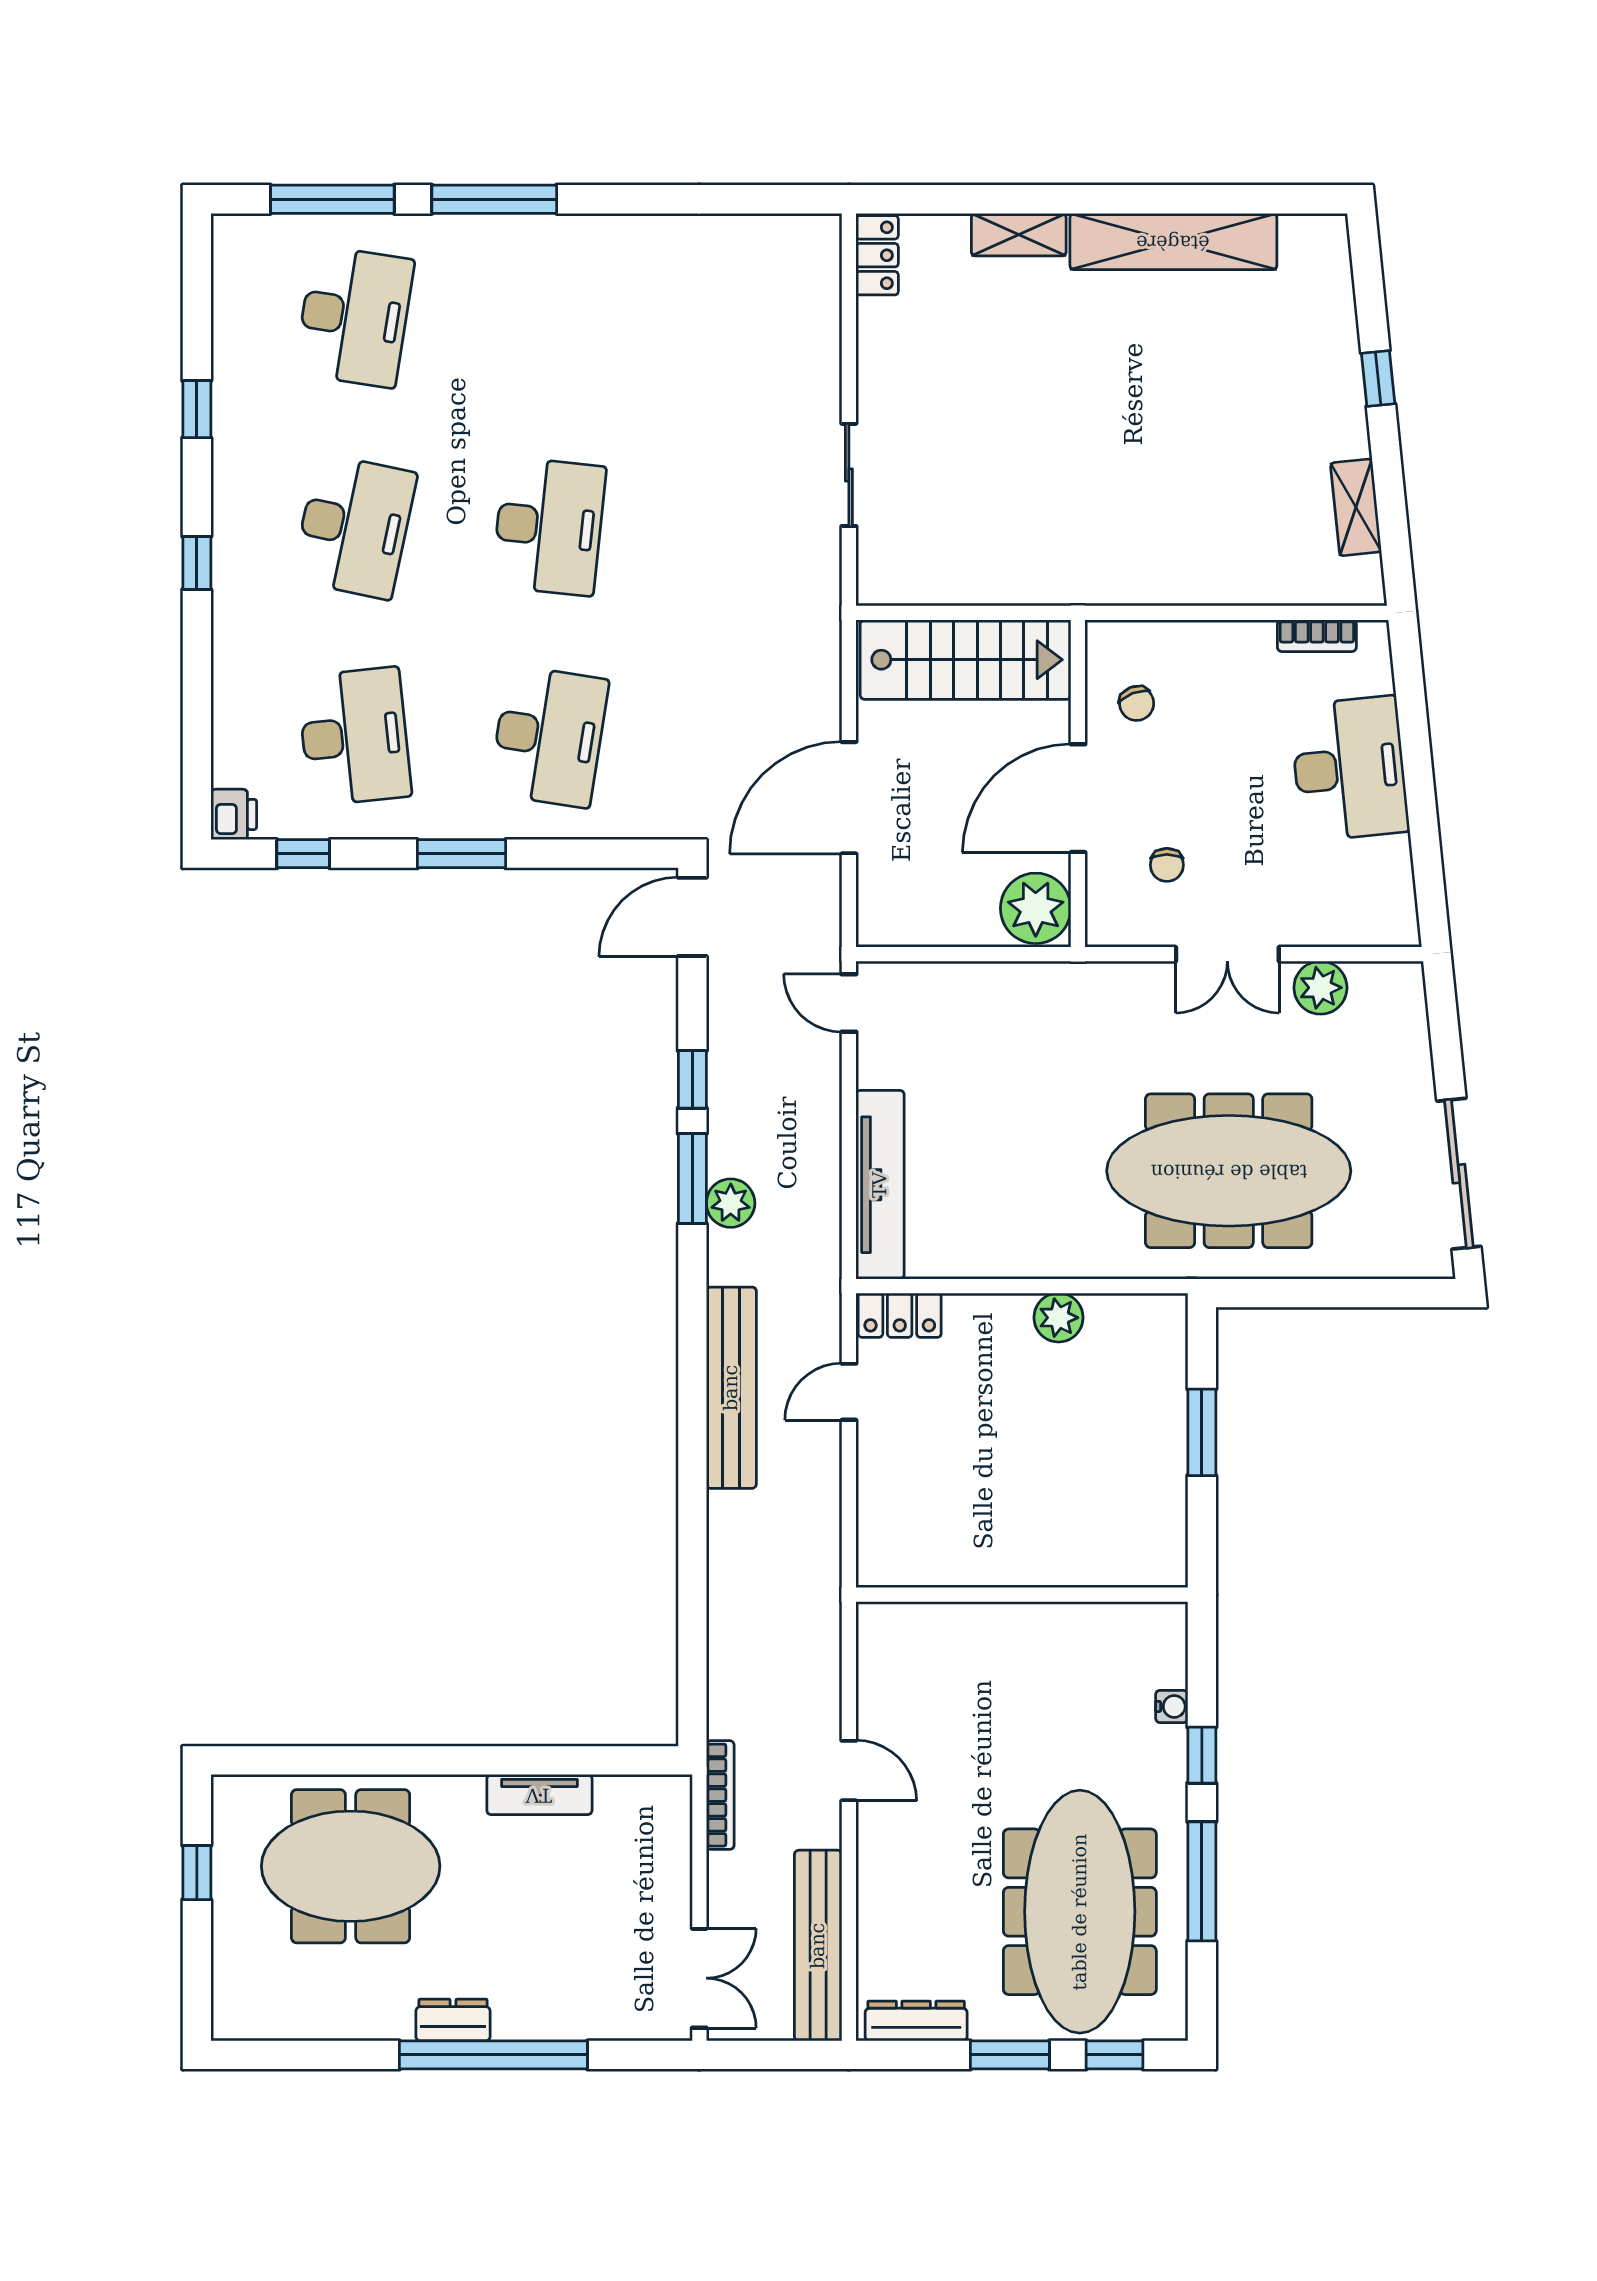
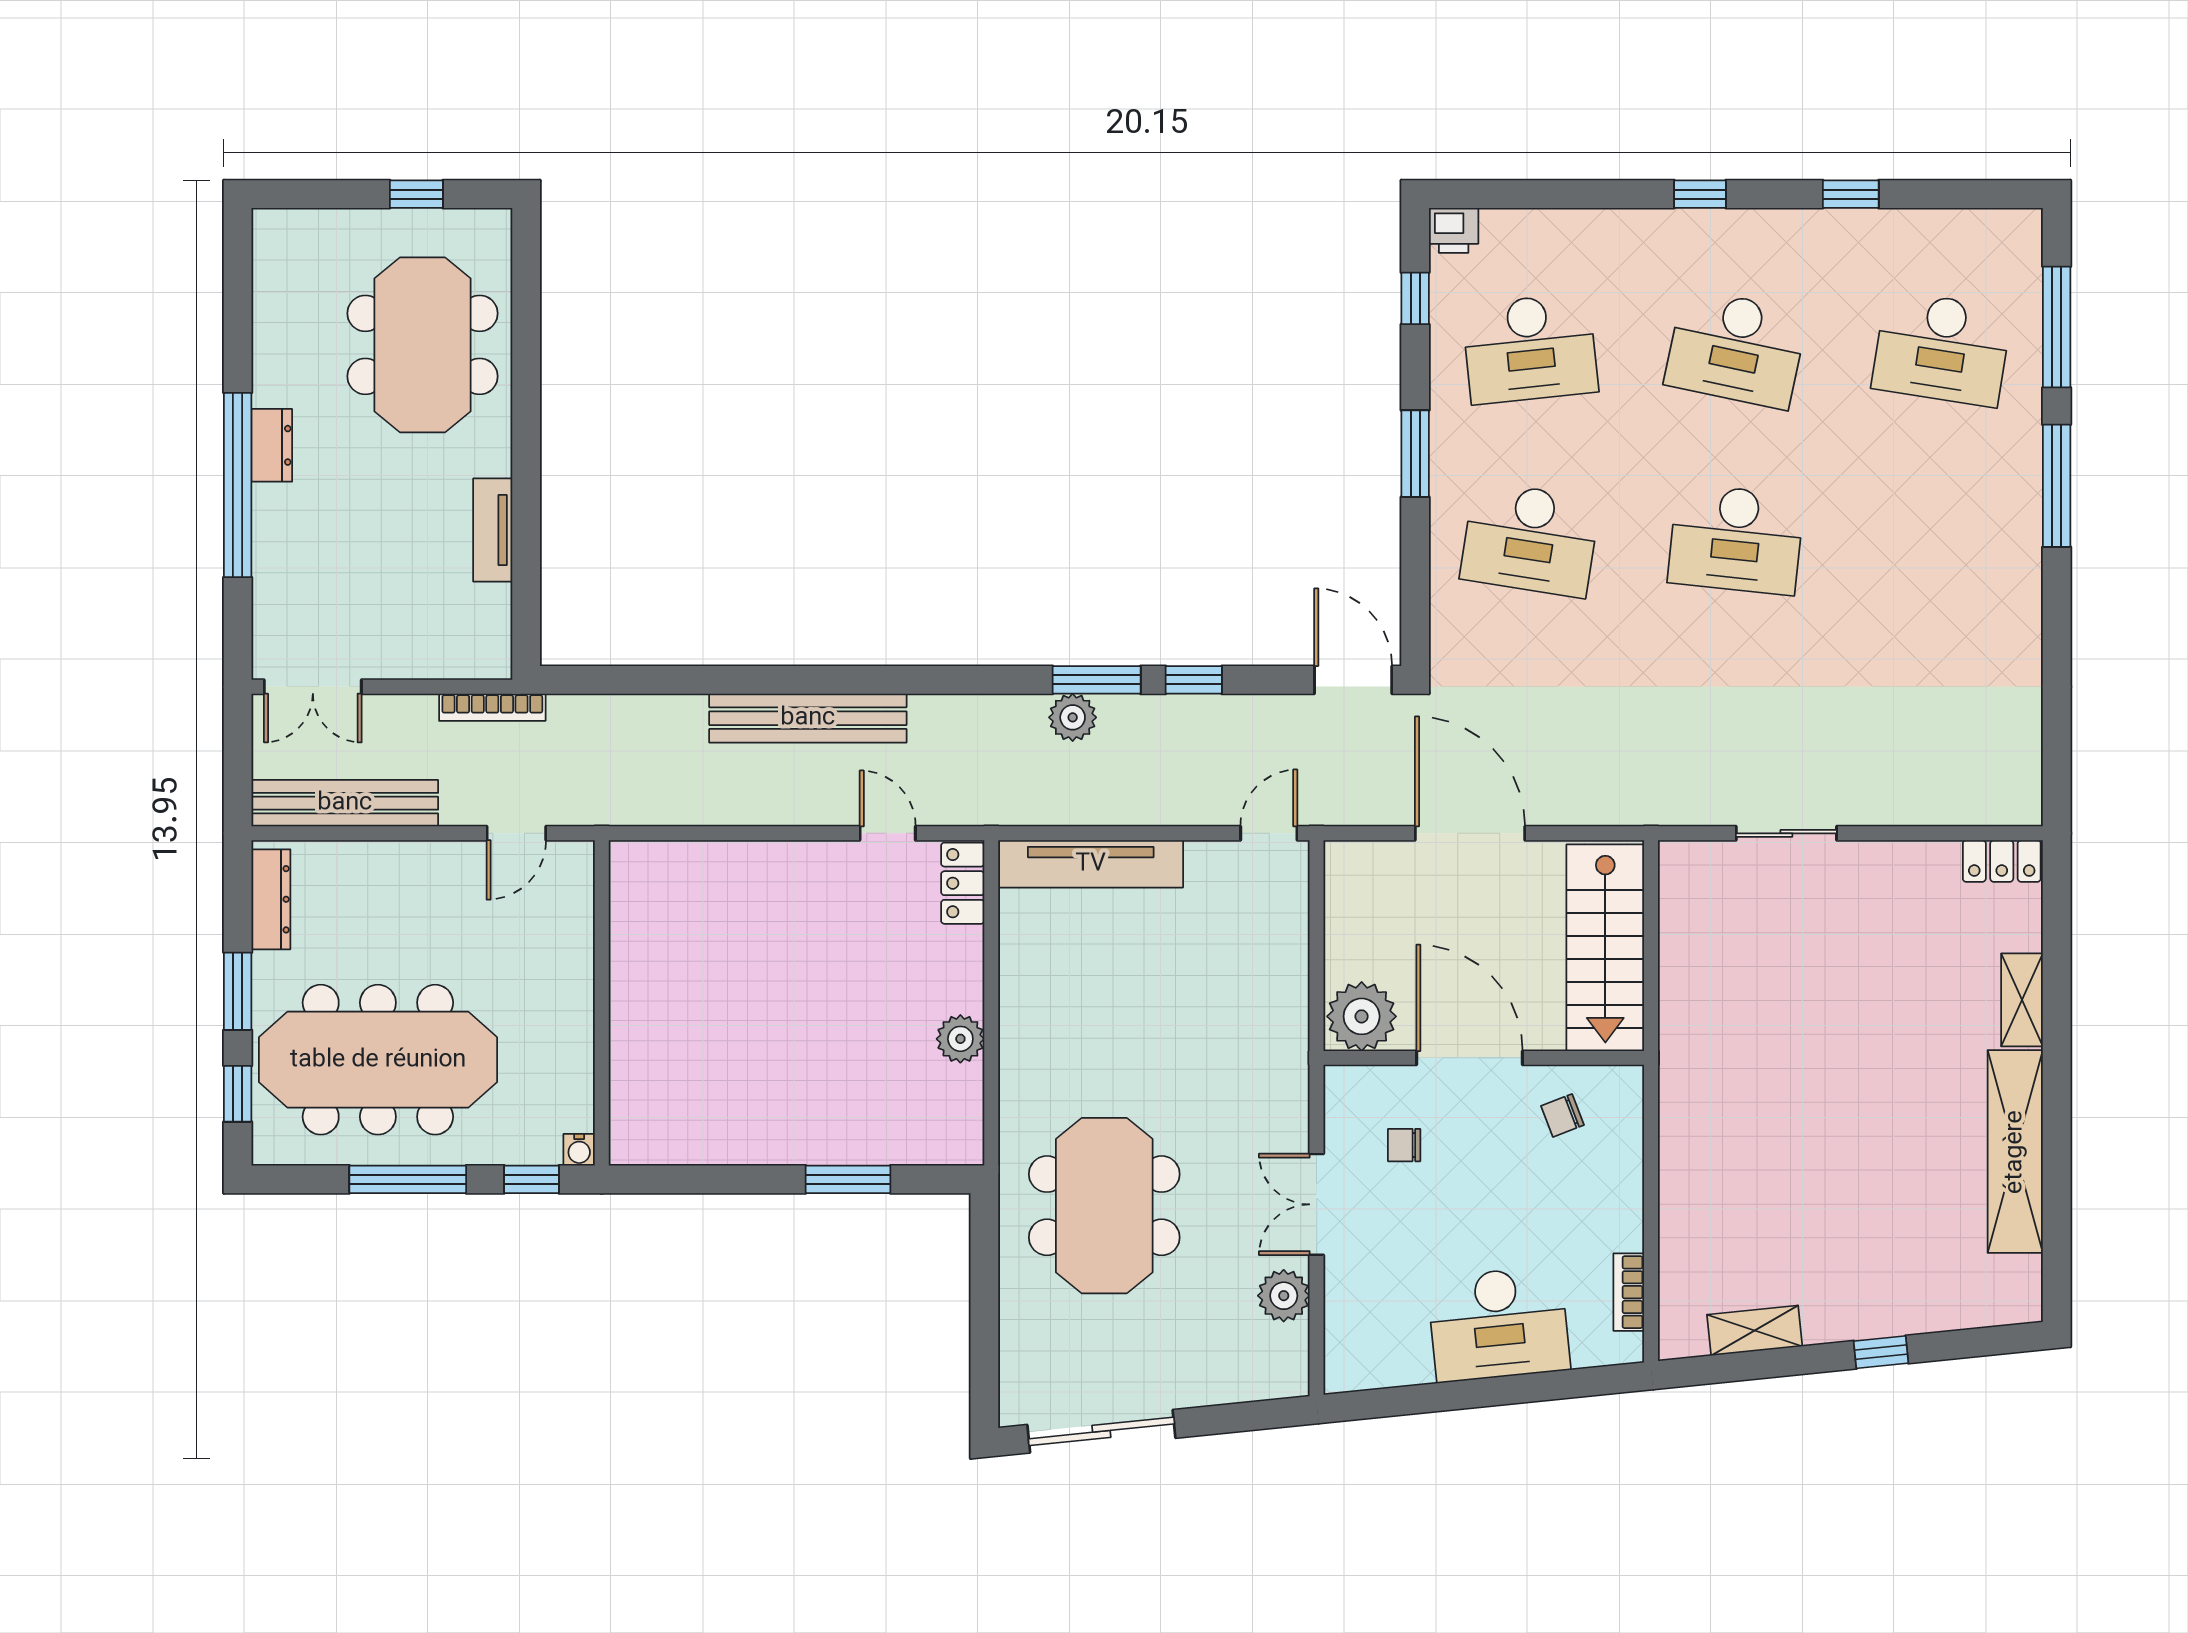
meeting table: (1229, 1171) -> (1104, 1206), width x0.73
bench: (731, 1388) -> (808, 718), moved
wall: (1022, 1595) -> (602, 1003), moved

